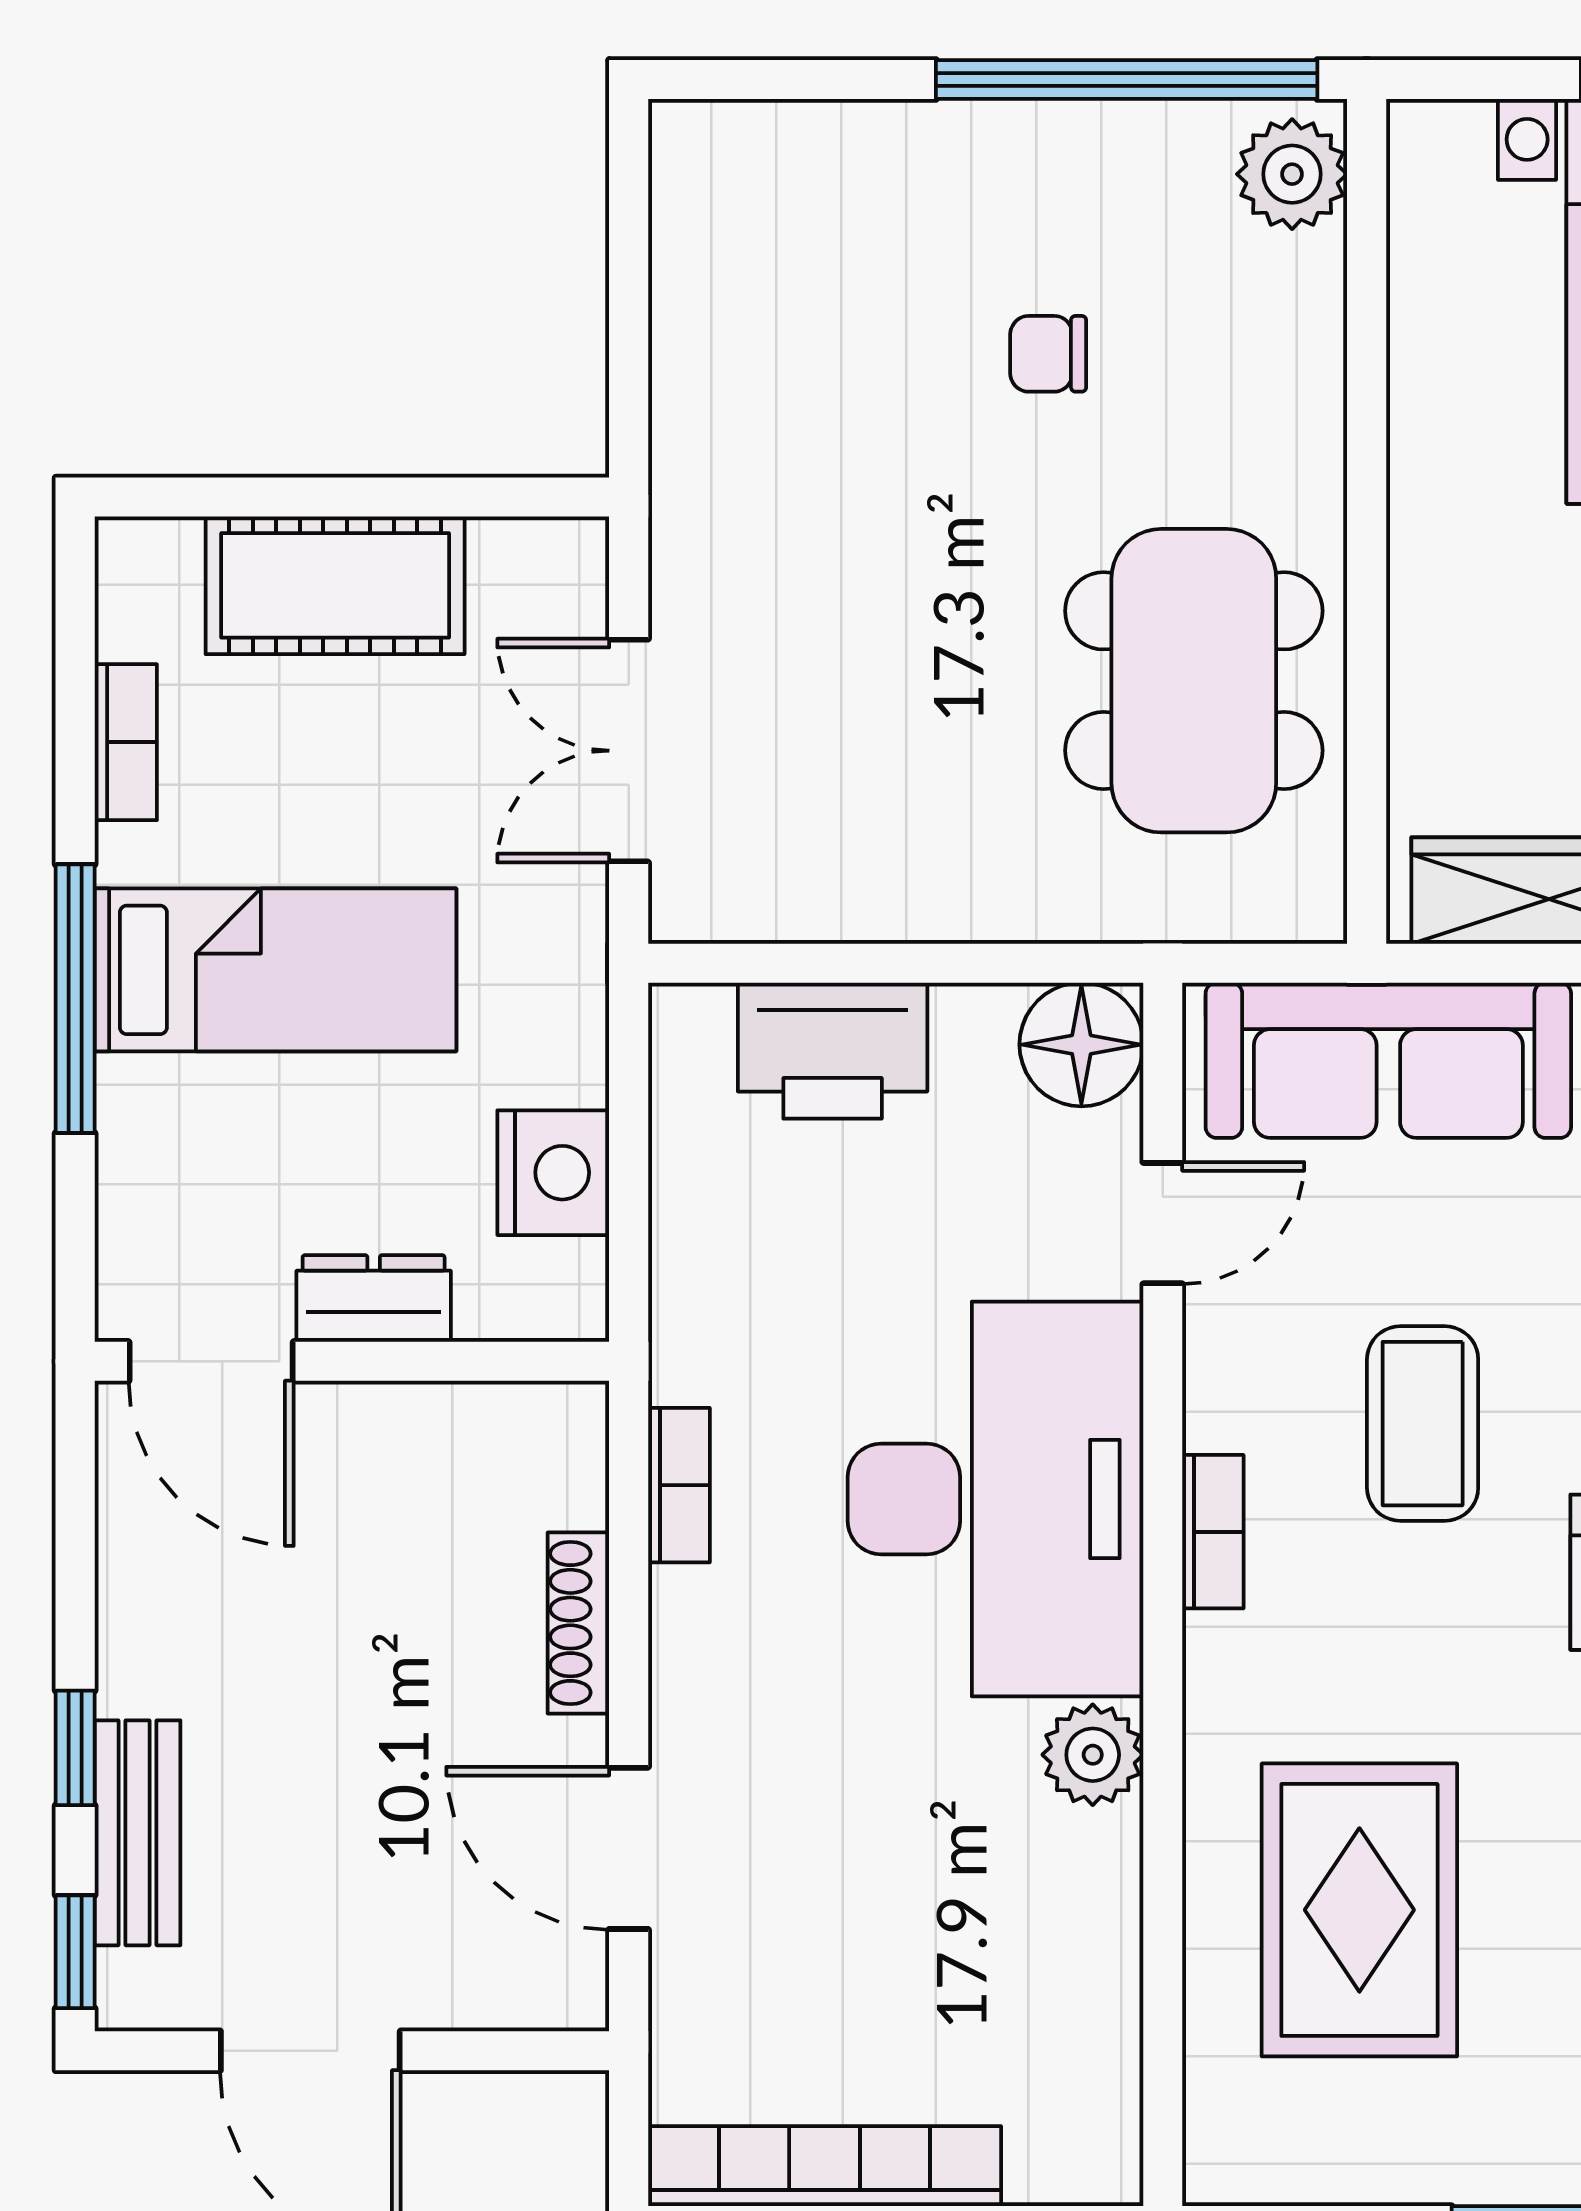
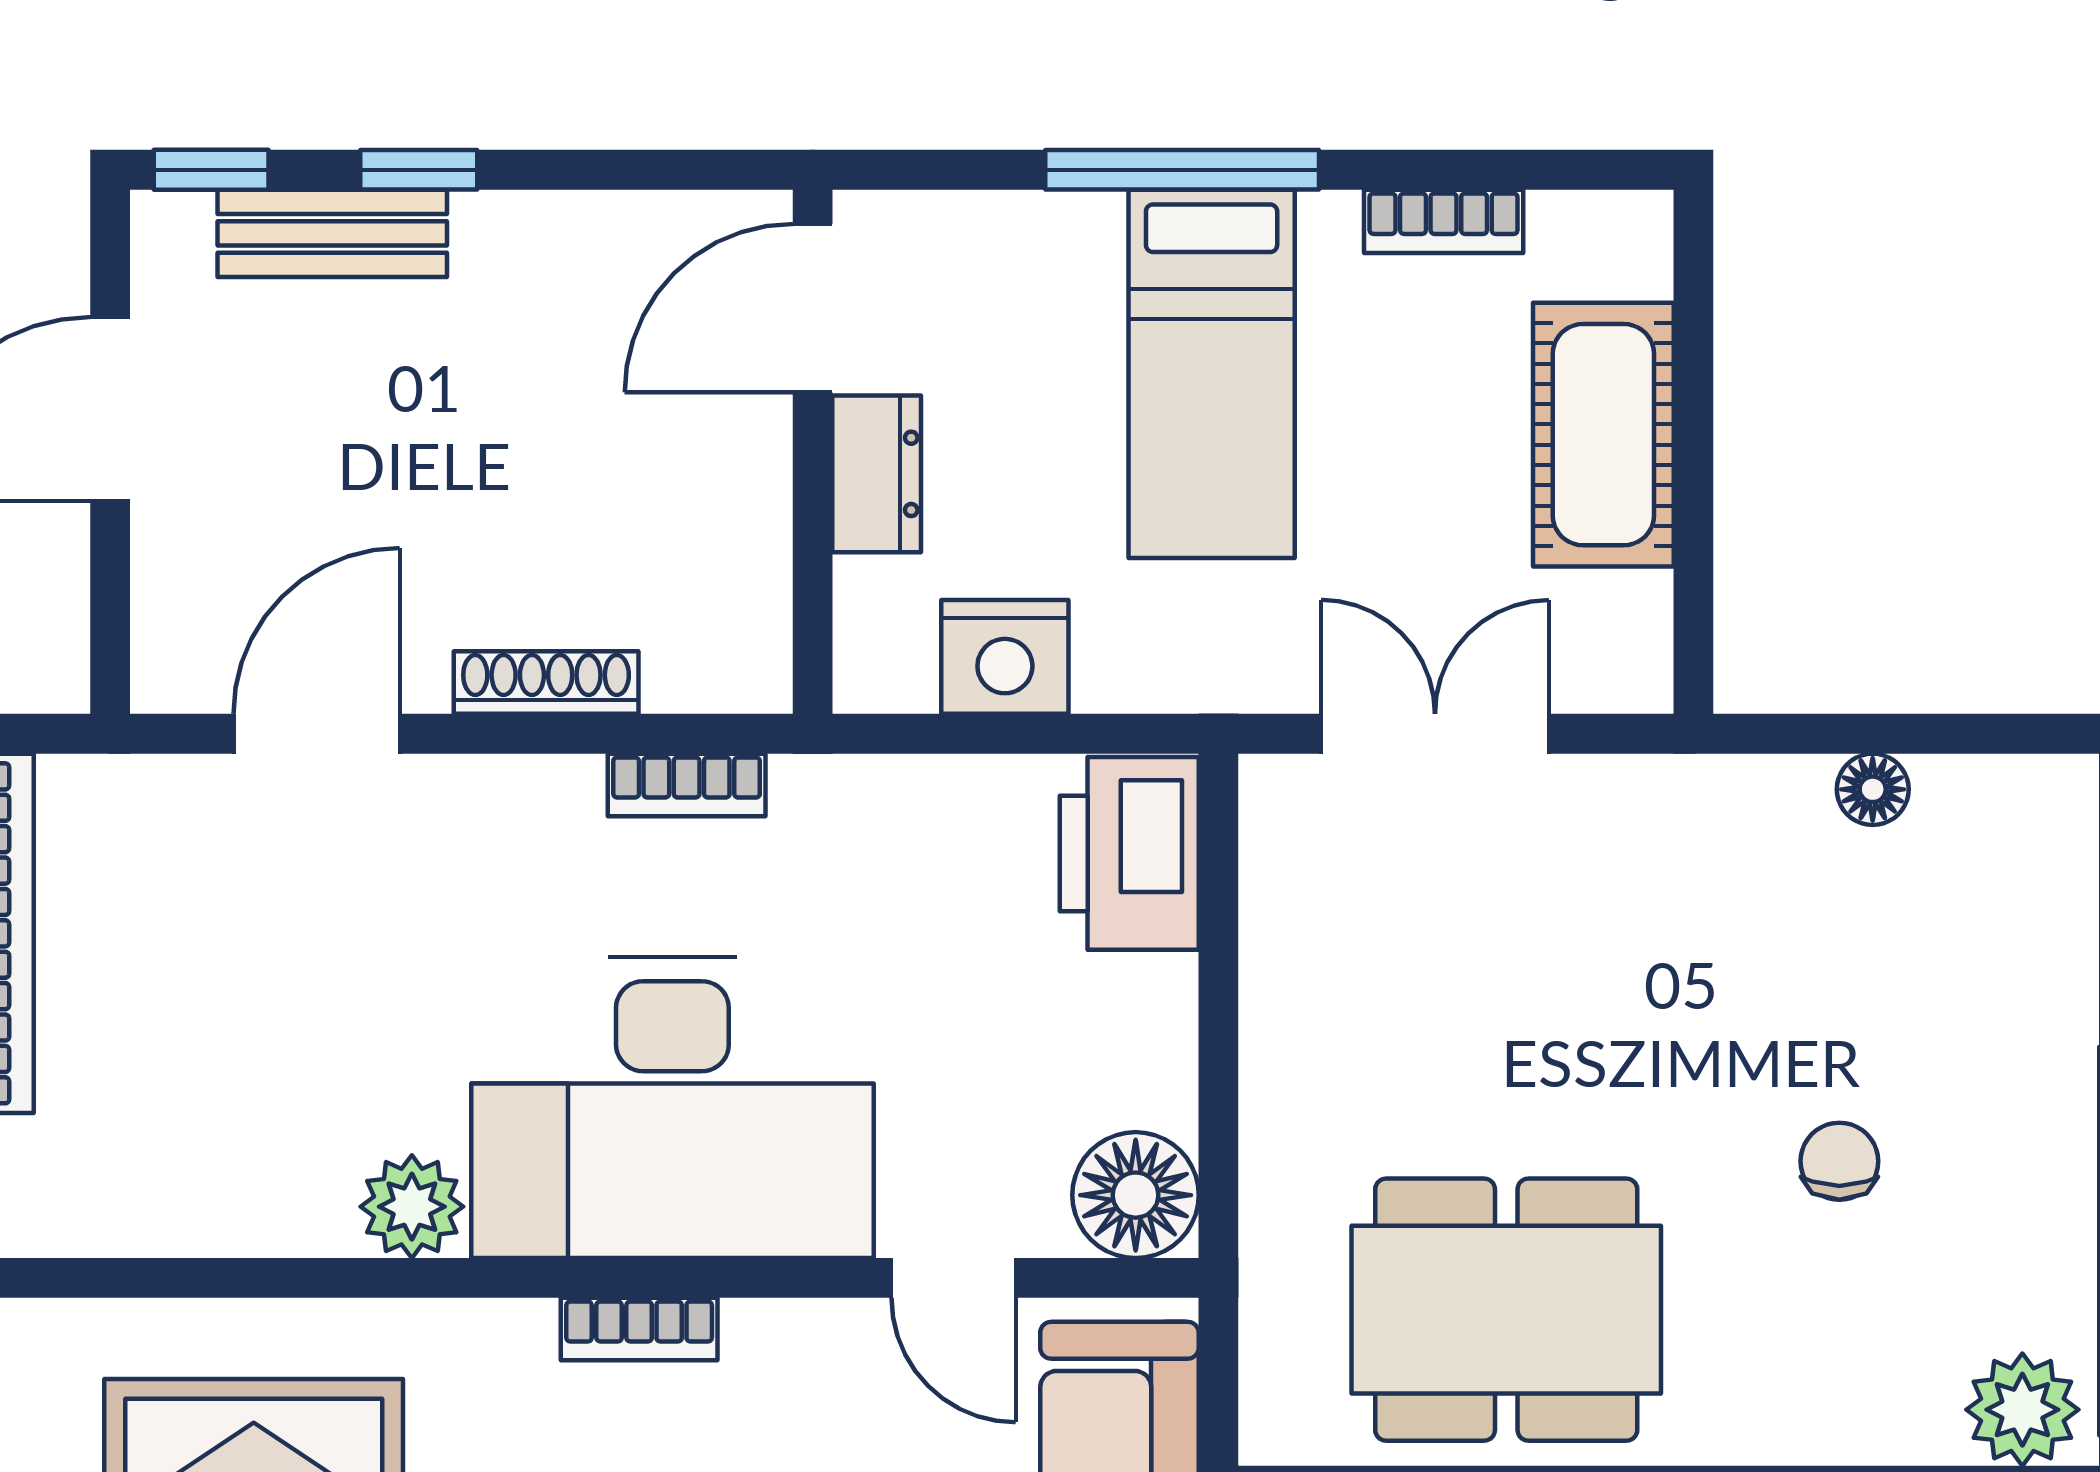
floor lamp: (683, 321) -> (1873, 789), added
printer: (833, 1051) -> (1129, 853), moved

